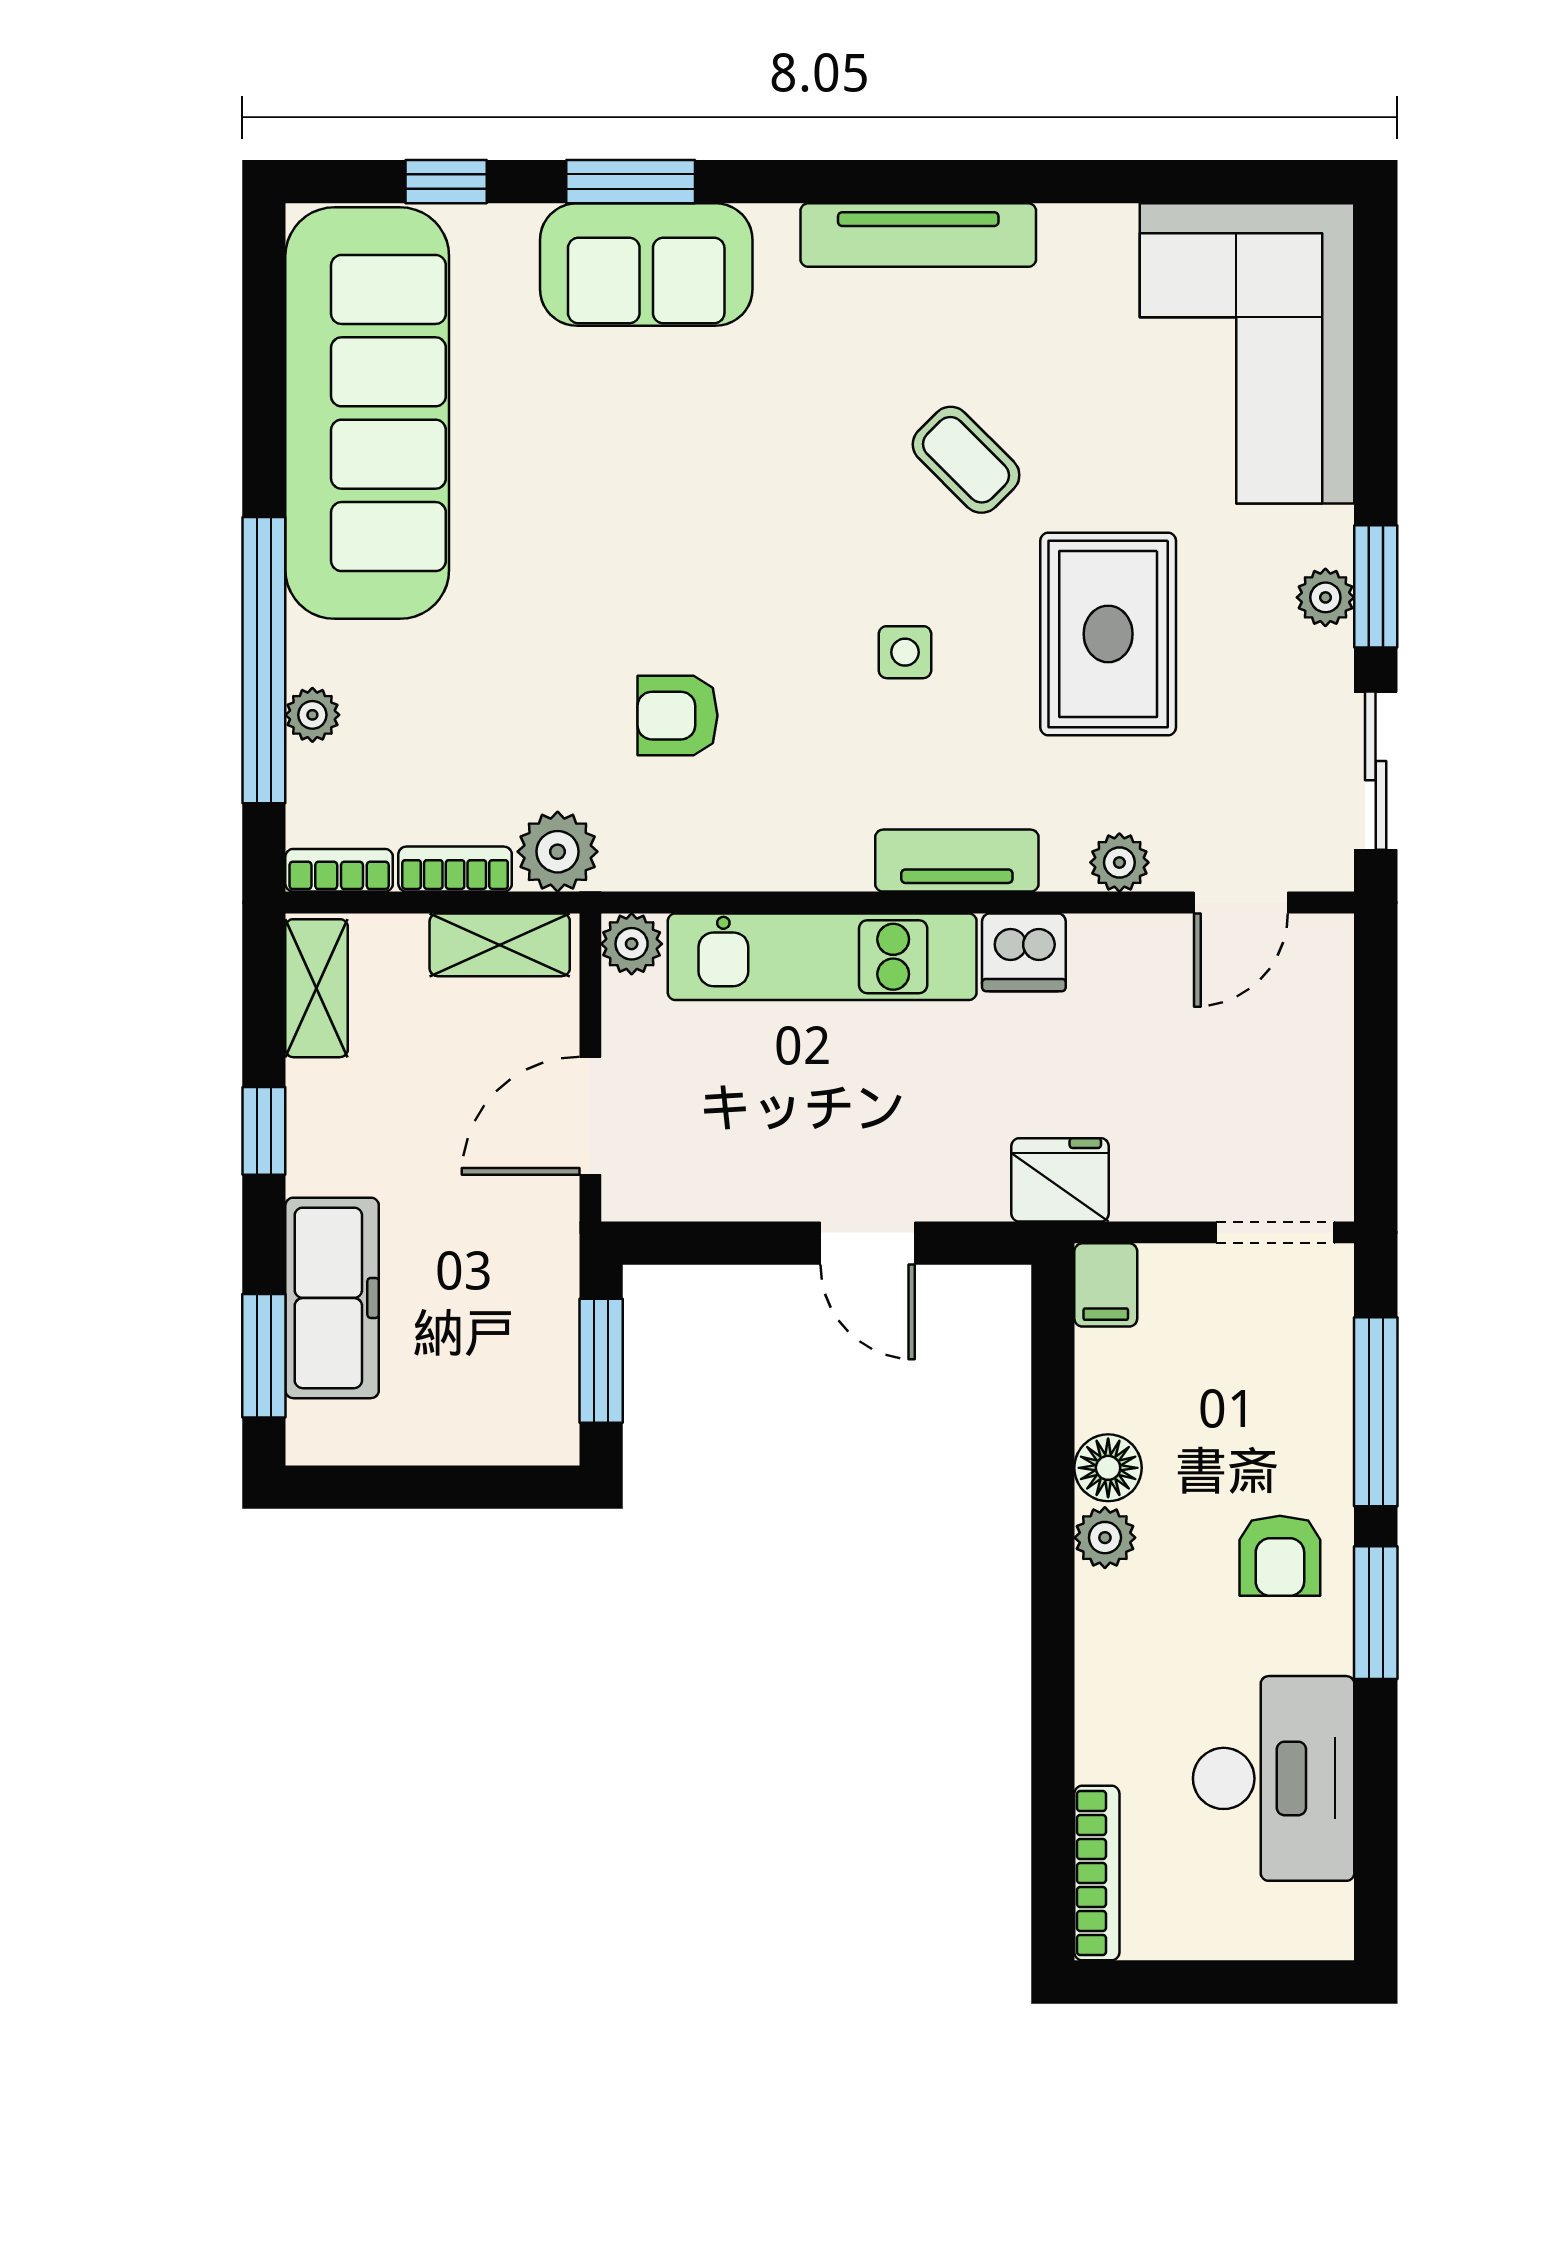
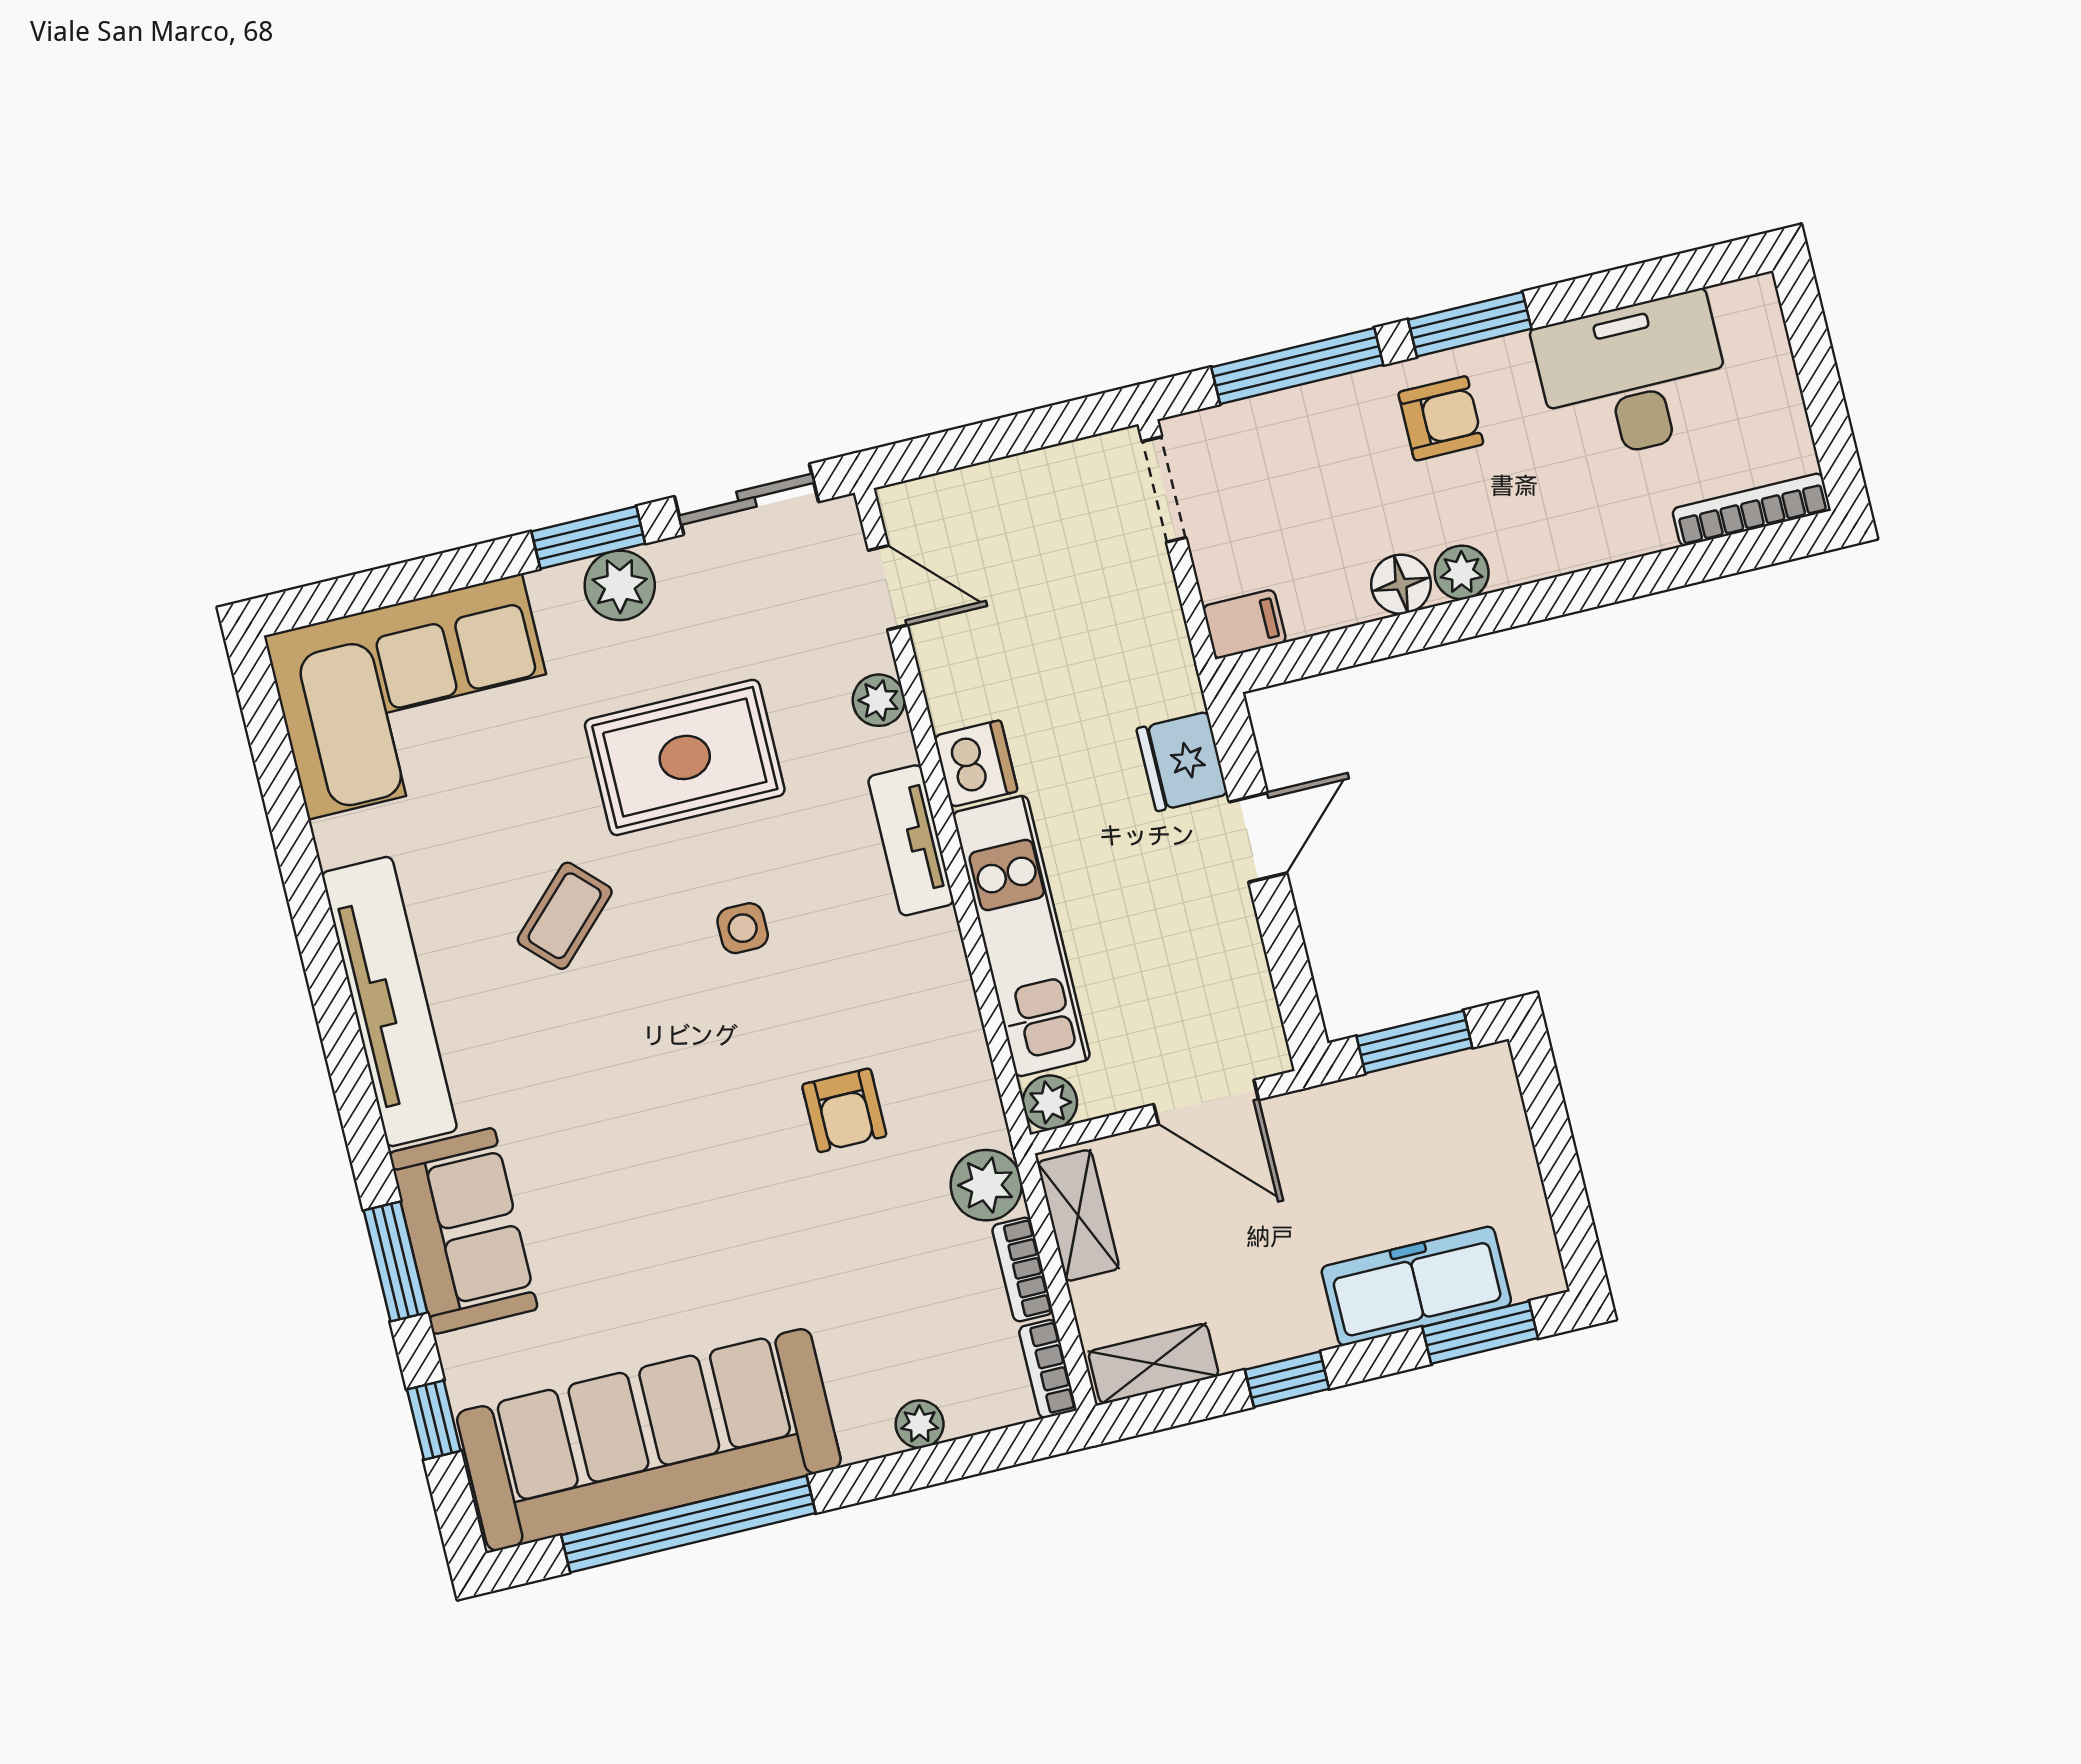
tv unit: (918, 235) -> (389, 1002), width x1.36, depth x1.29
plant: (1325, 597) -> (620, 585), width x1.38, depth x1.38
window: (264, 660) -> (688, 1524), moved
fridge: (1060, 1180) -> (1182, 761), moved

